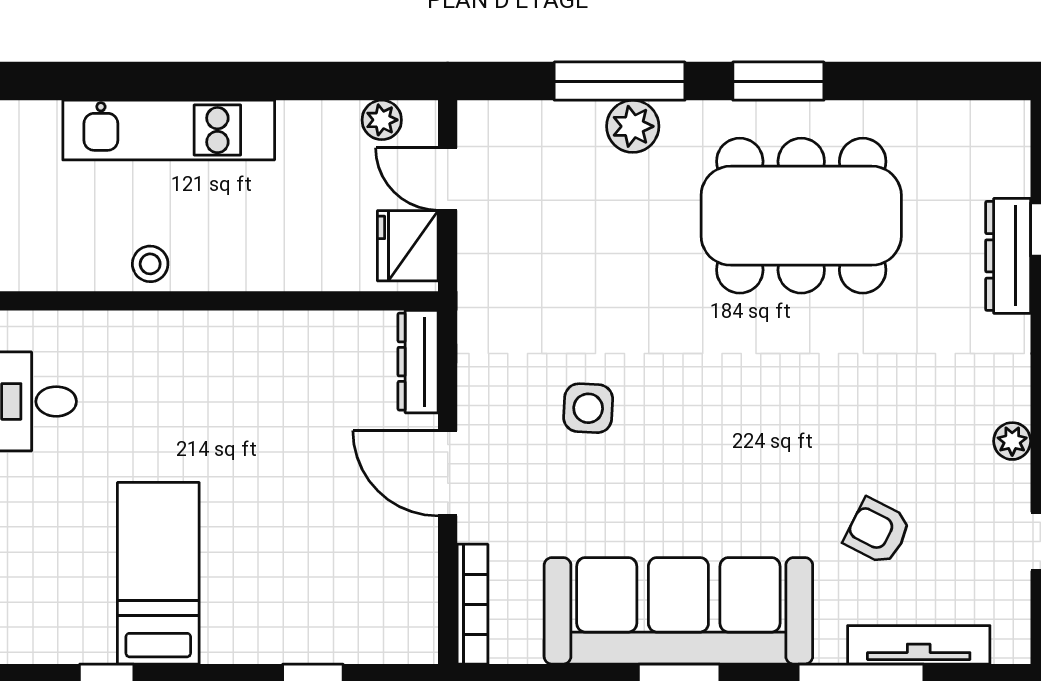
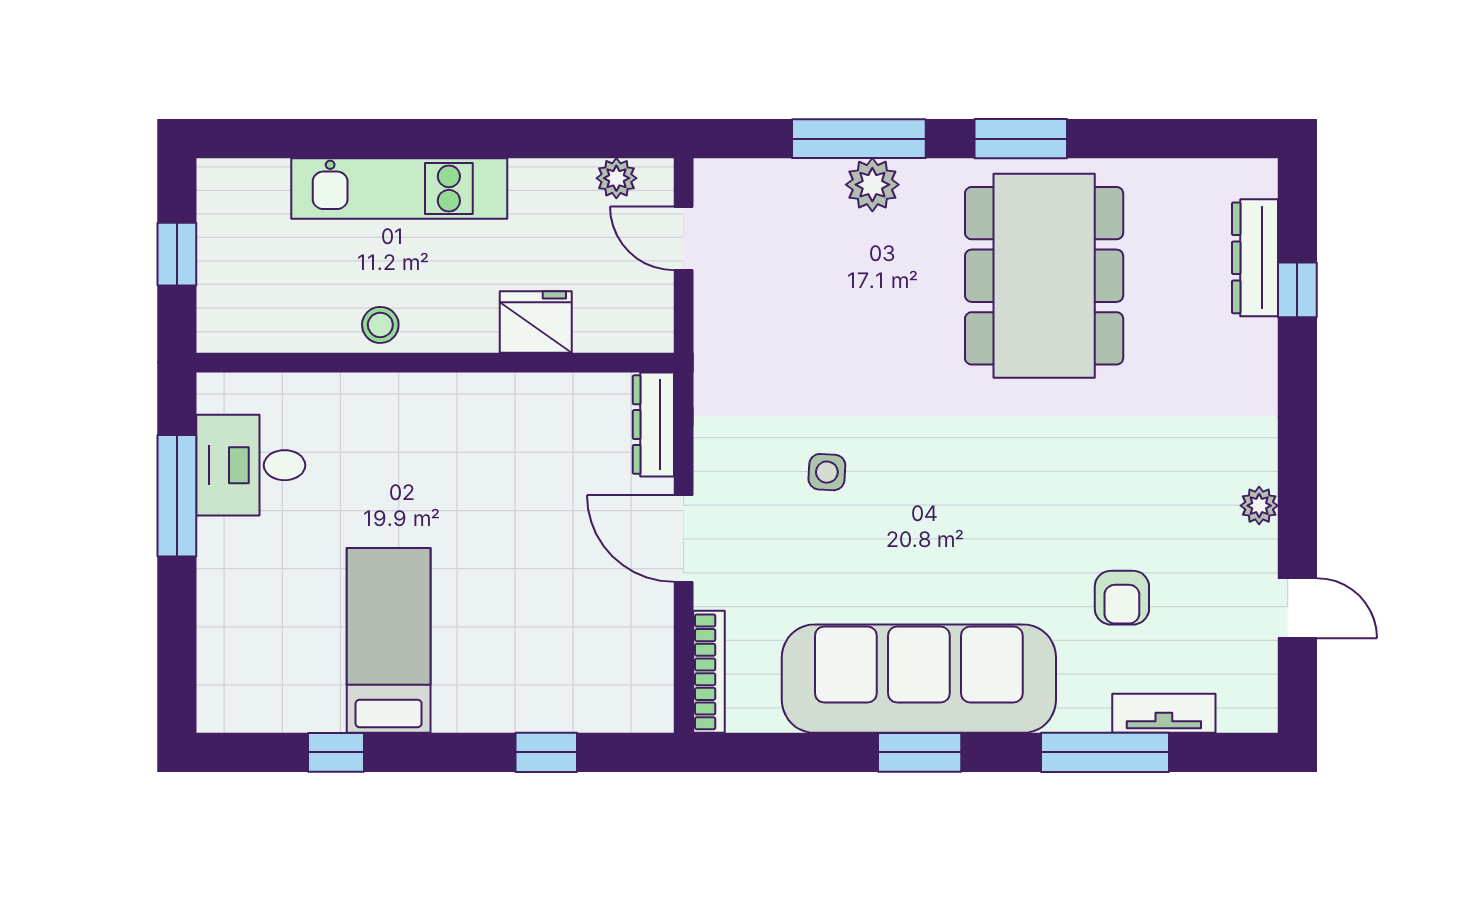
dining table: (801, 216) -> (1044, 276), turned 90
fridge: (408, 246) -> (536, 322), moved, turned 90
dresser: (1008, 256) -> (1255, 258), moved
side table: (588, 408) -> (827, 472), width x0.73, depth x0.73
armchair: (878, 531) -> (1122, 598), turned -117
tv unit: (919, 645) -> (1164, 713), width x0.71

